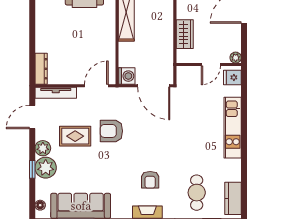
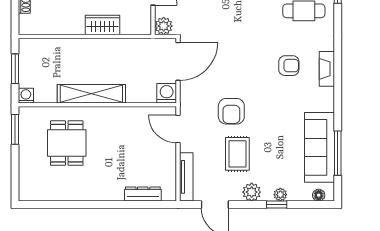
wardrobe: (185, 34) -> (102, 25), moved
dresser: (41, 69) -> (143, 194), moved
plant: (184, 73) -> (164, 26), added
plant: (46, 168) -> (280, 195), width x0.53, depth x0.53

